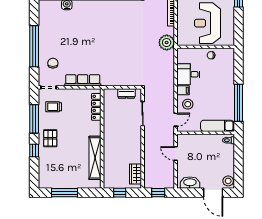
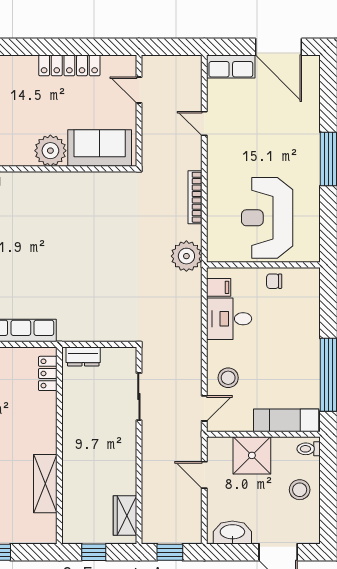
filing cabinet: (183, 90) -> (219, 287), moved
dresser: (126, 93) -> (83, 356), moved
locker: (96, 107) -> (48, 373), width x0.66
shower: (200, 144) -> (252, 455), added
shelving: (95, 158) -> (45, 484), width x0.68
stool: (228, 181) -> (300, 490), moved

